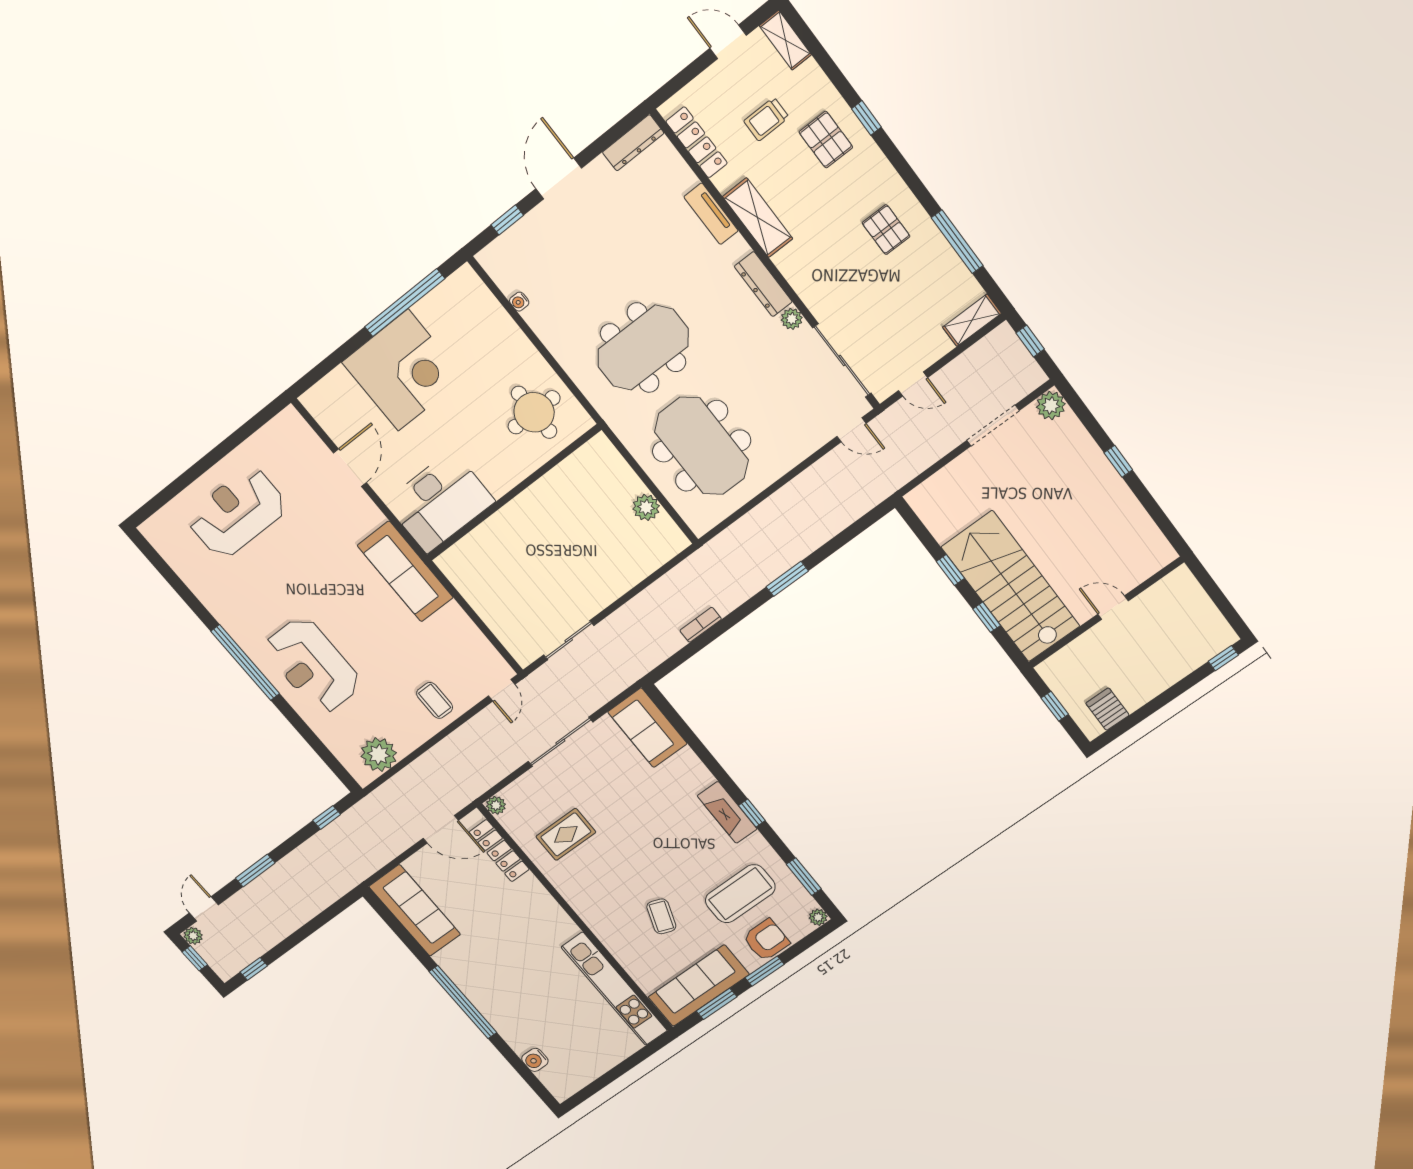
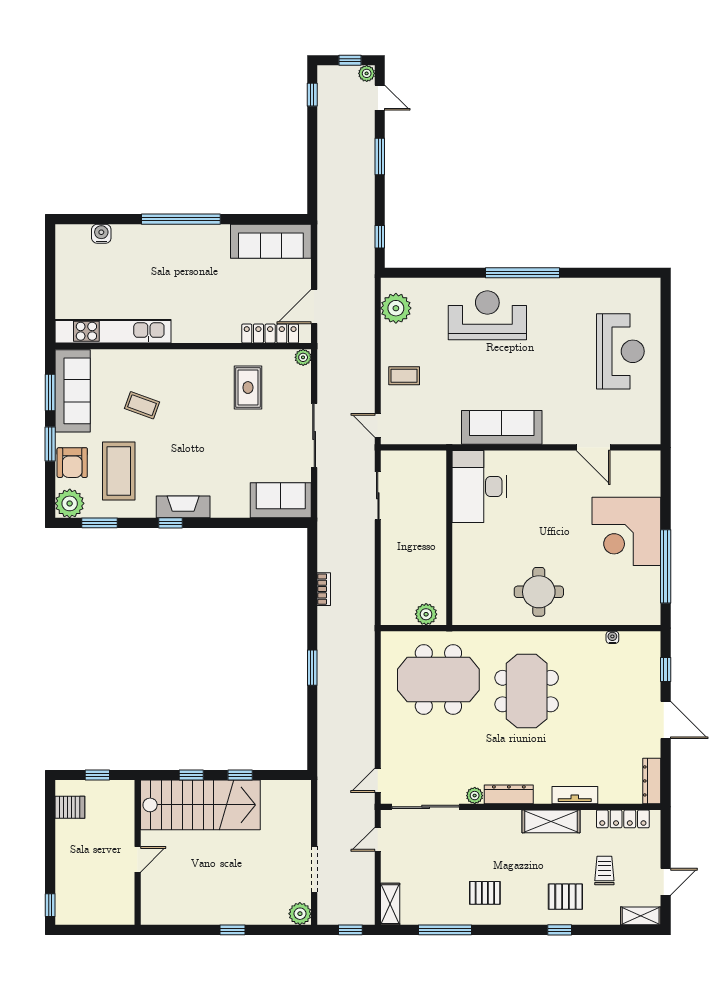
wall: (513, 493) -> (449, 538), moved
desk: (440, 502) -> (479, 487), moved
plant: (818, 917) -> (70, 503), width x1.88, depth x1.88

